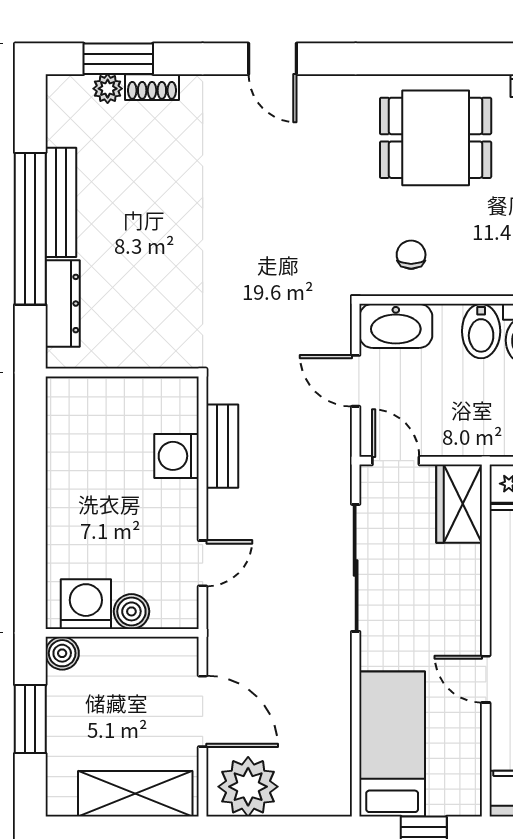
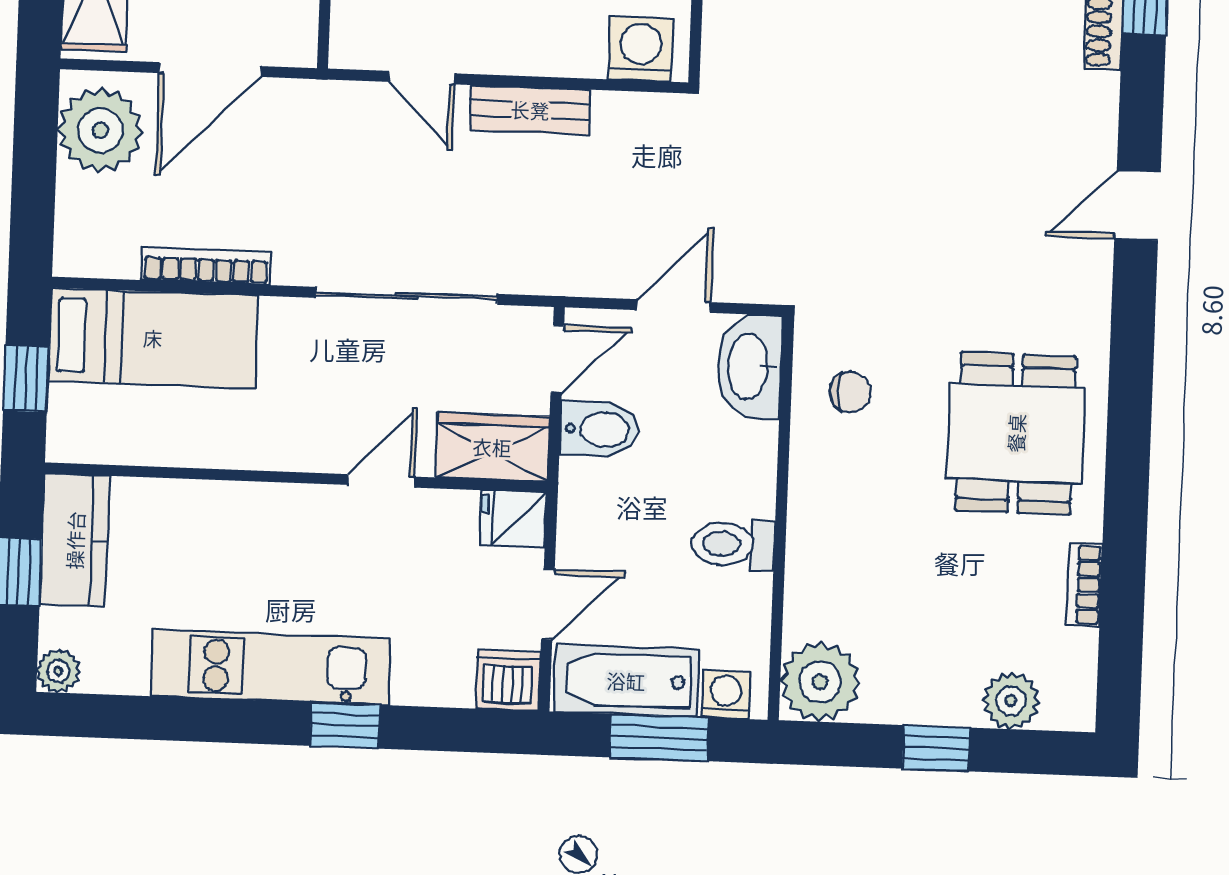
bidet: (481, 331) -> (599, 429), moved, turned 180
bench: (222, 446) -> (530, 110), moved
washing machine: (177, 456) -> (641, 49), moved
door: (486, 679) -> (381, 481), moved
bookcase: (340, 709) -> (206, 266), added

